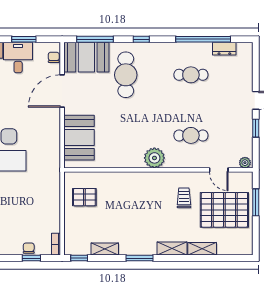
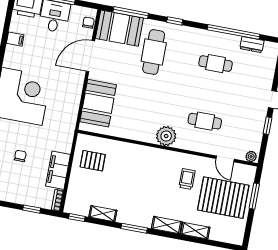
filing cabinet: (51, 213) -> (58, 170), added
chair: (29, 248) -> (20, 156), moved

